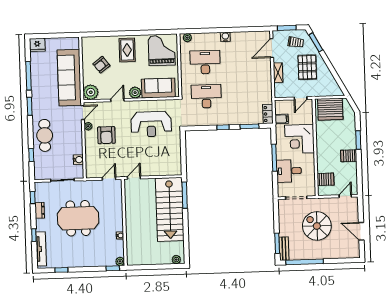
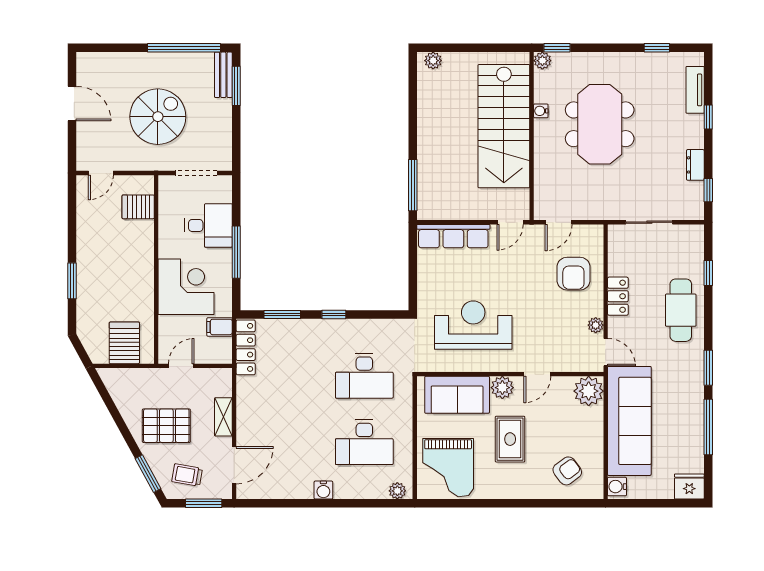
rug: (127, 50) -> (510, 439), moved
armchair: (101, 65) -> (567, 471), moved
pallet: (307, 67) -> (166, 426), turned 90
server rack: (330, 109) -> (124, 343), width x0.63
door: (83, 113) -> (606, 352), swing flipped
locker: (268, 114) -> (246, 347), width x1.53
armchair: (106, 135) -> (573, 274), moved, turned 180
locker: (77, 142) -> (618, 296), added
server rack: (349, 156) -> (91, 251), removed
water cooler: (78, 160) -> (617, 487), moved
row of seats: (163, 170) -> (453, 236), added
stairs: (170, 209) -> (504, 126), moved, turned 180
meeting table: (78, 218) -> (600, 124), moved, turned 90
spiral stairs: (317, 226) -> (158, 117), turned -90
tv unit: (41, 249) -> (695, 90), width x0.71

